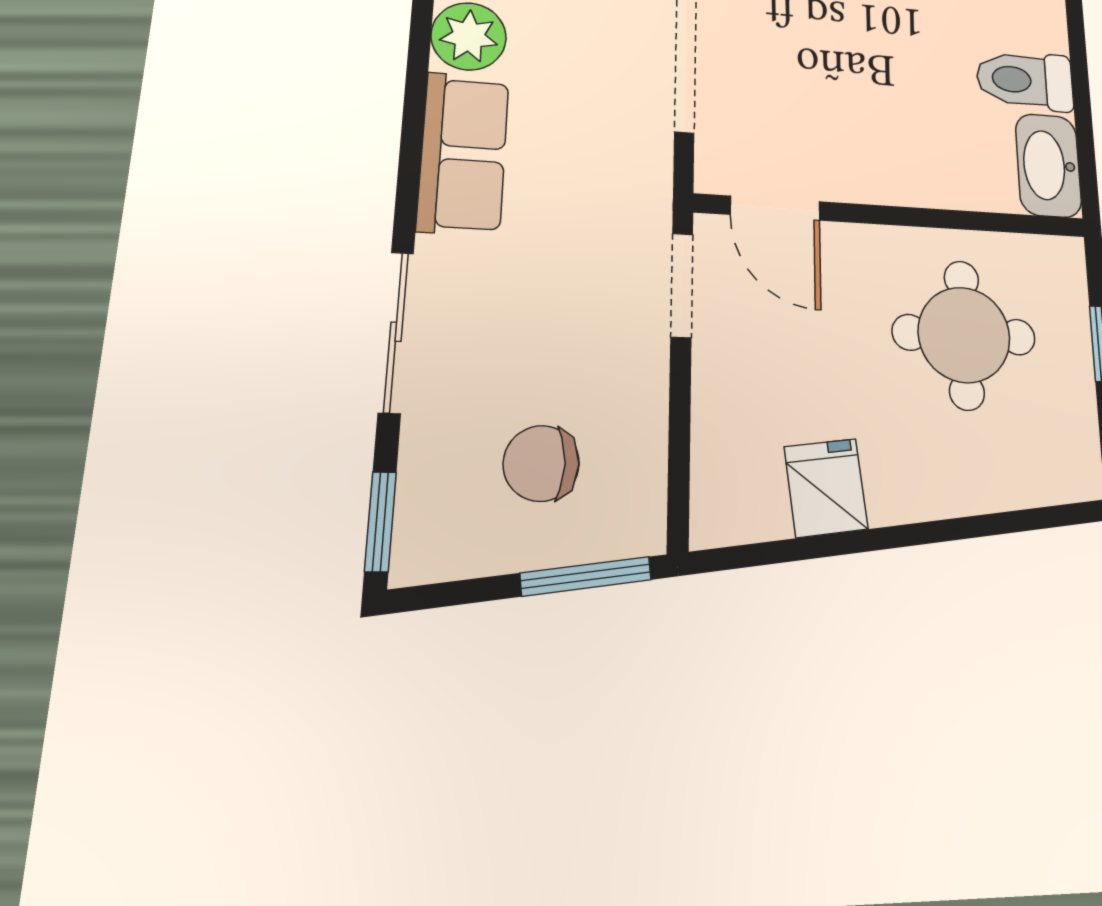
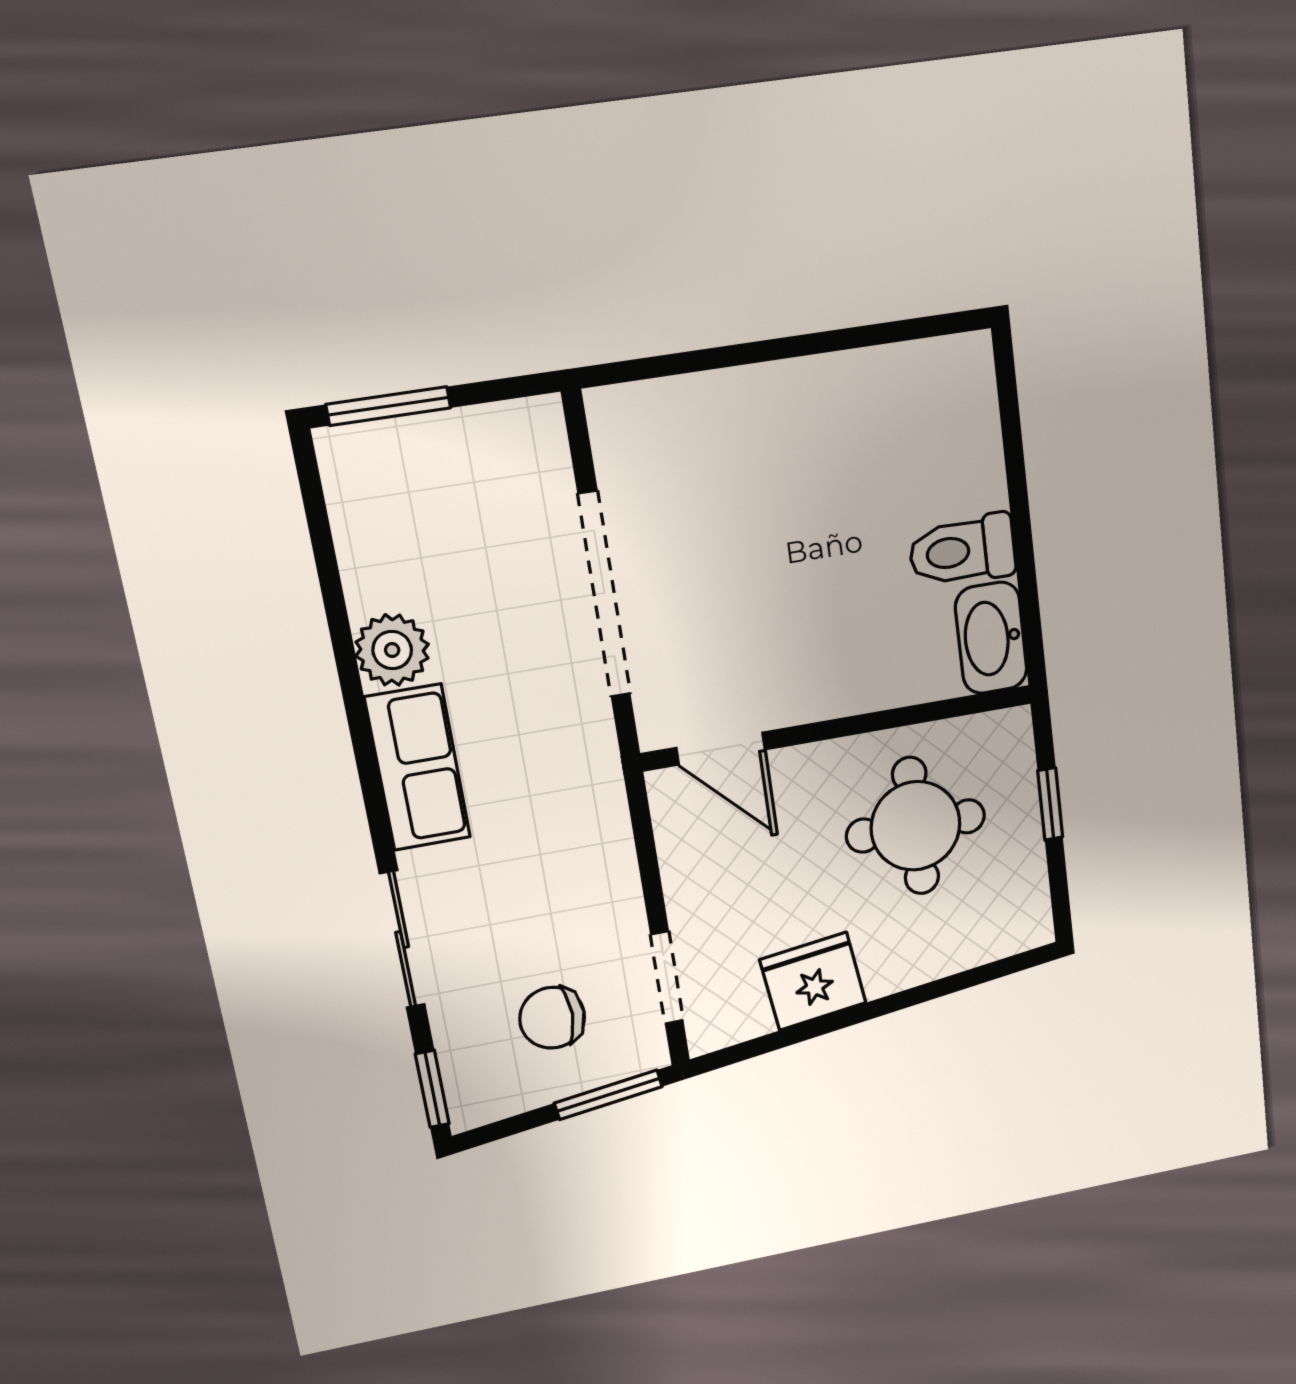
doorway: (682, 285) -> (667, 978), moved
fridge: (826, 488) -> (813, 981), width x1.38

